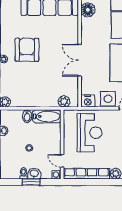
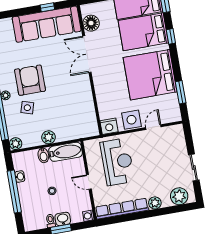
double door: (80, 60) -> (87, 54), moved
side table: (20, 73) -> (27, 108), added
plant: (64, 101) -> (49, 137), moved
door: (62, 161) -> (89, 182), moved

